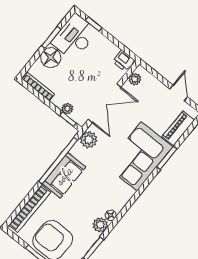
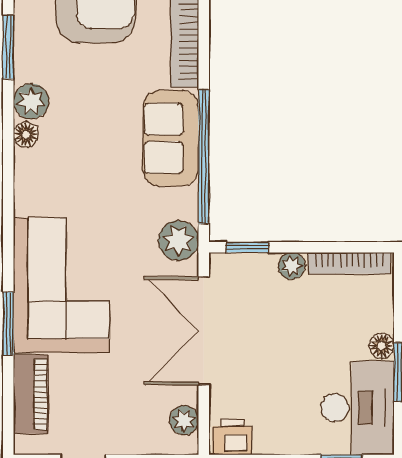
floor lamp: (51, 58) -> (382, 346), width x0.53, depth x0.53
plant: (67, 109) -> (292, 266), moved

